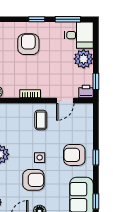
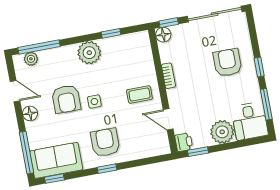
armchair: (28, 44) -> (227, 63), turned -90

